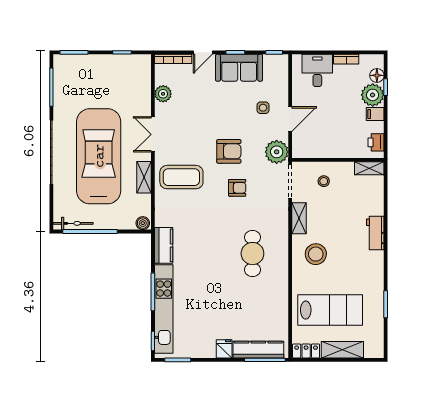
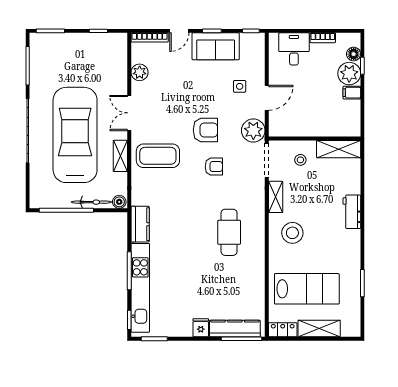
printer: (376, 142) -> (353, 121), removed
shelving: (369, 168) -> (339, 149), width x1.50, depth x1.33
bicycle: (73, 223) -> (91, 202), moved

